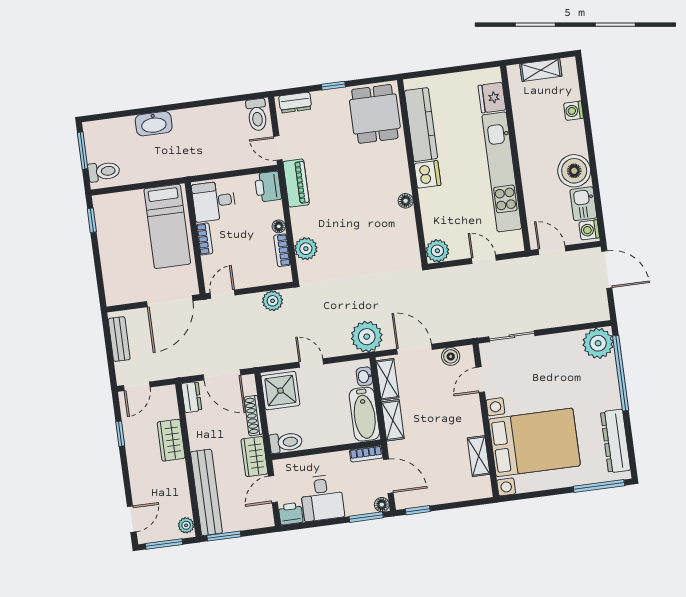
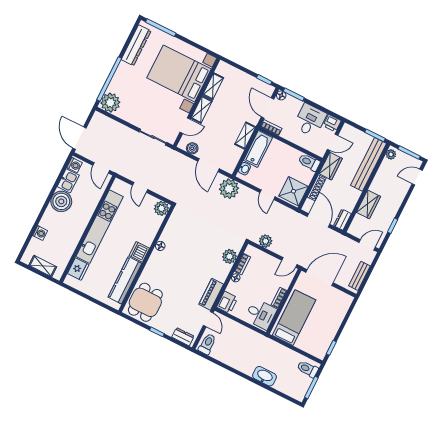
shelving: (387, 379) -> (202, 110), moved

